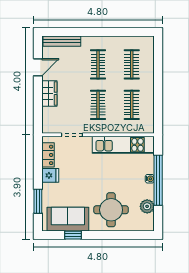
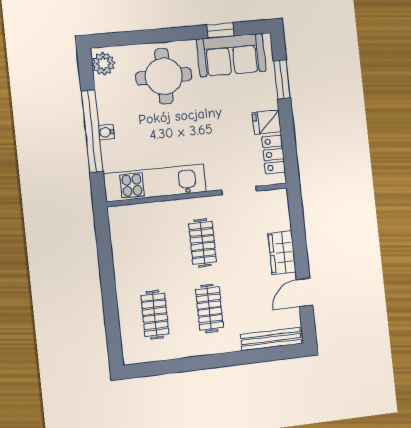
clothes rail: (132, 105) -> (148, 249), removed
plant: (147, 206) -> (103, 64), moved

